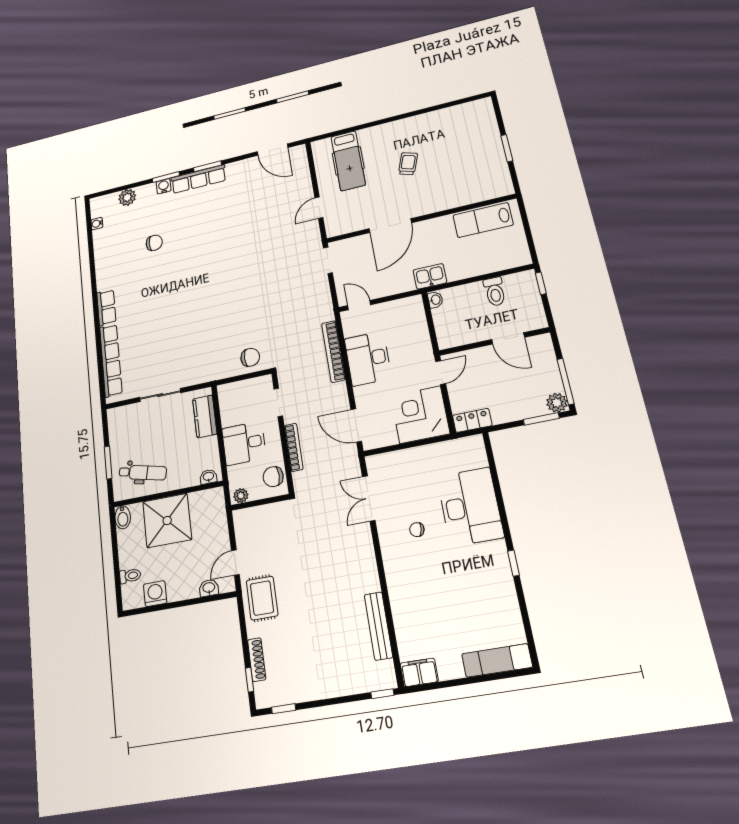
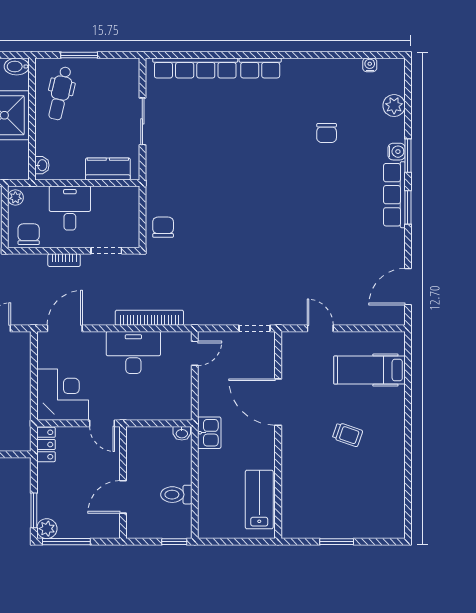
chair: (250, 357) -> (163, 227), turned 180
bookcase: (294, 447) -> (64, 260), width x0.64

